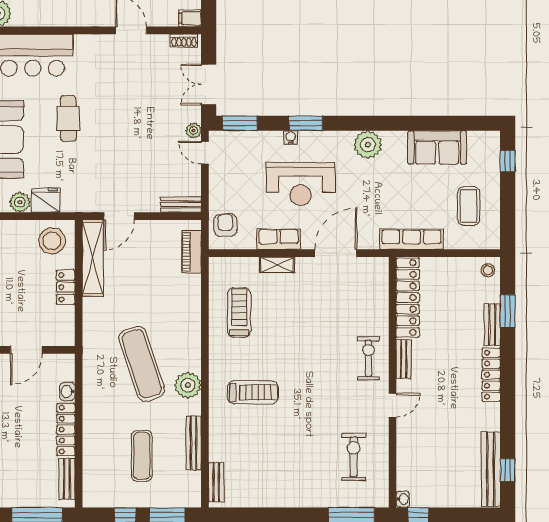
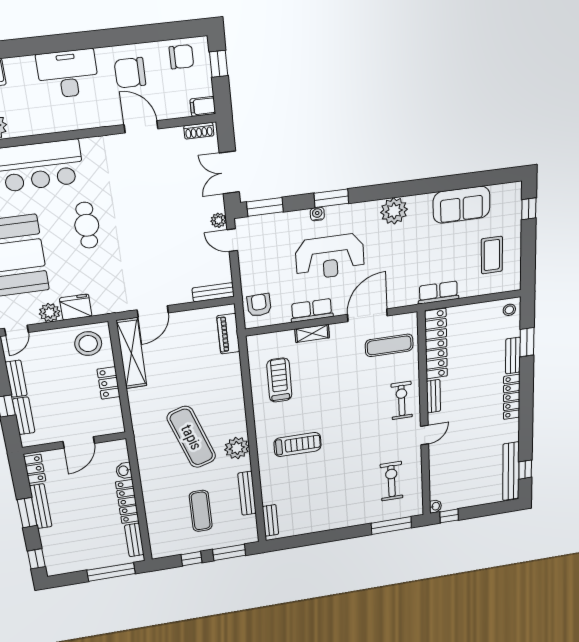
row of seats: (411, 239) -> (438, 293), width x0.68
exercise mat: (357, 291) -> (389, 345), added

